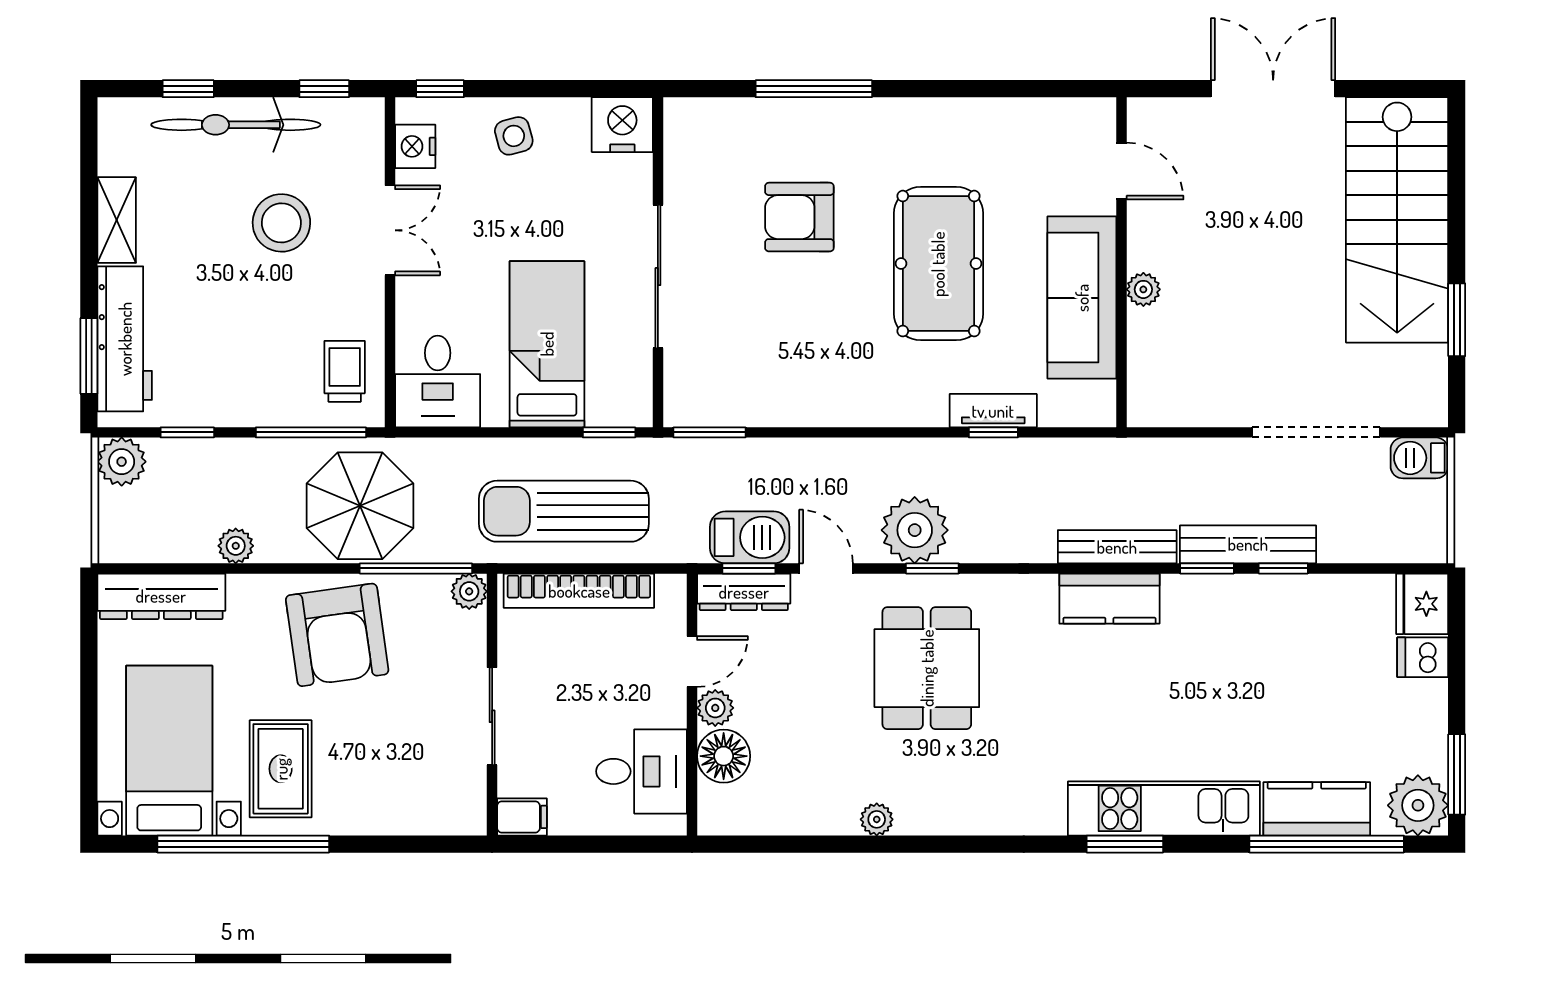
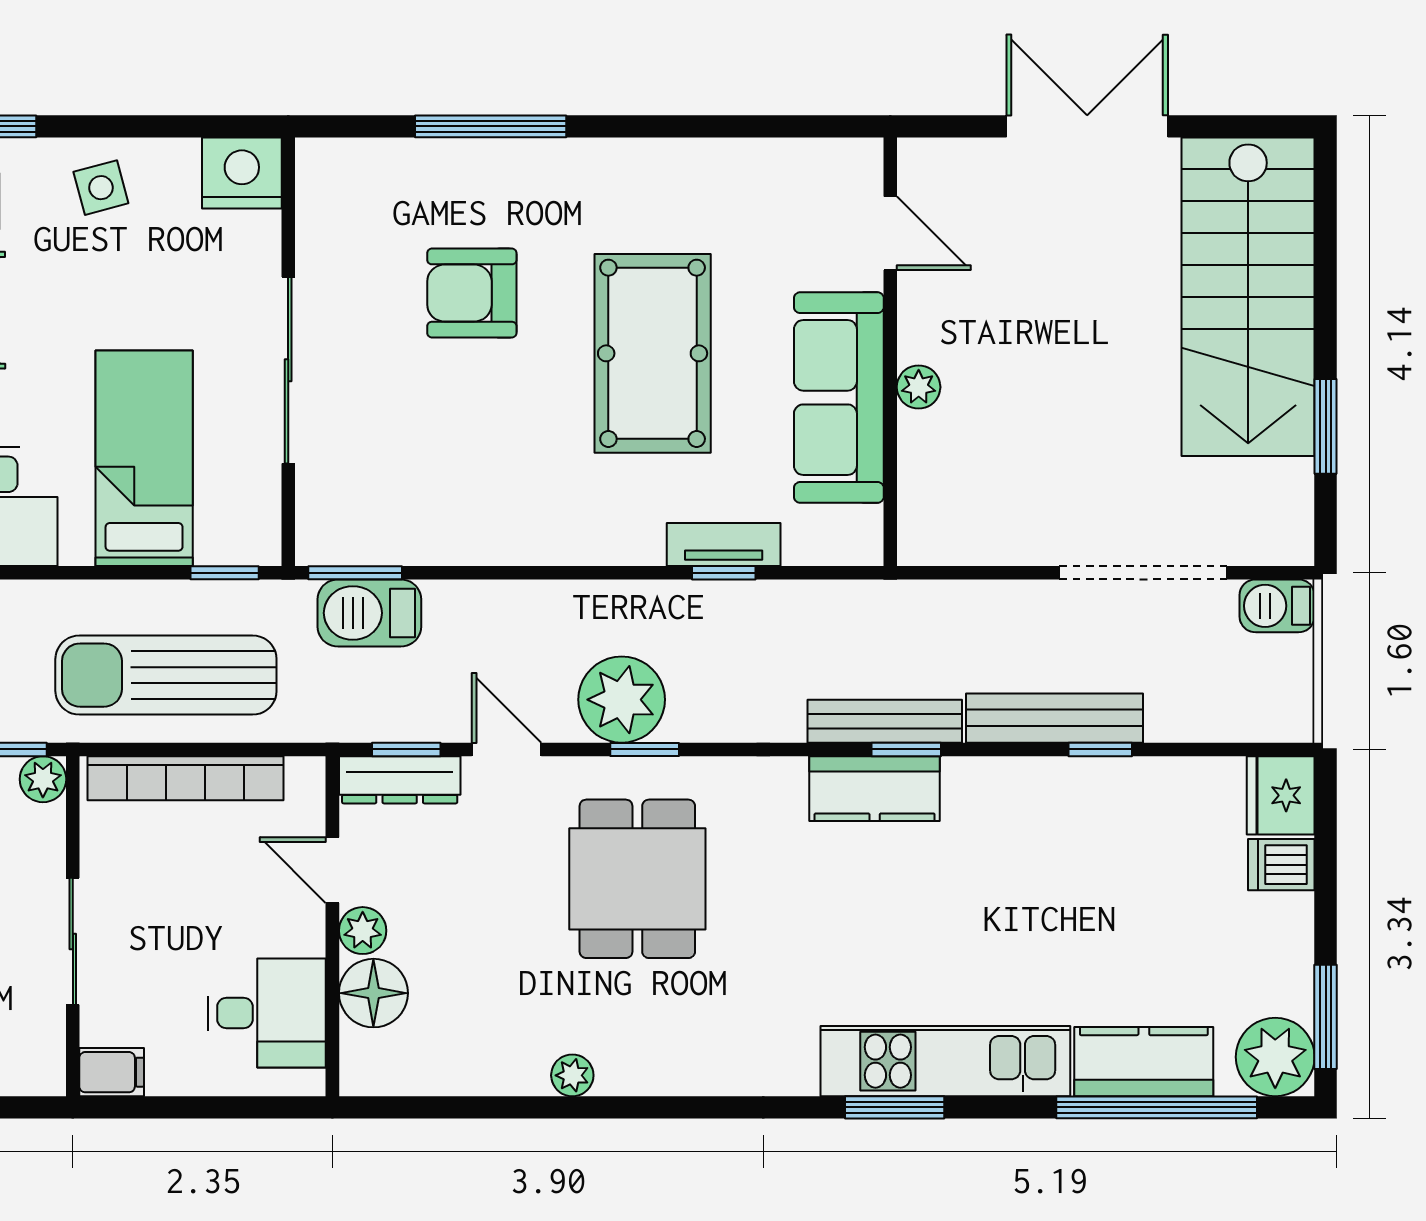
barbecue: (750, 537) -> (369, 613), moved, turned 180
window: (1207, 568) -> (906, 749), moved
door: (692, 661) -> (332, 870), swing flipped

